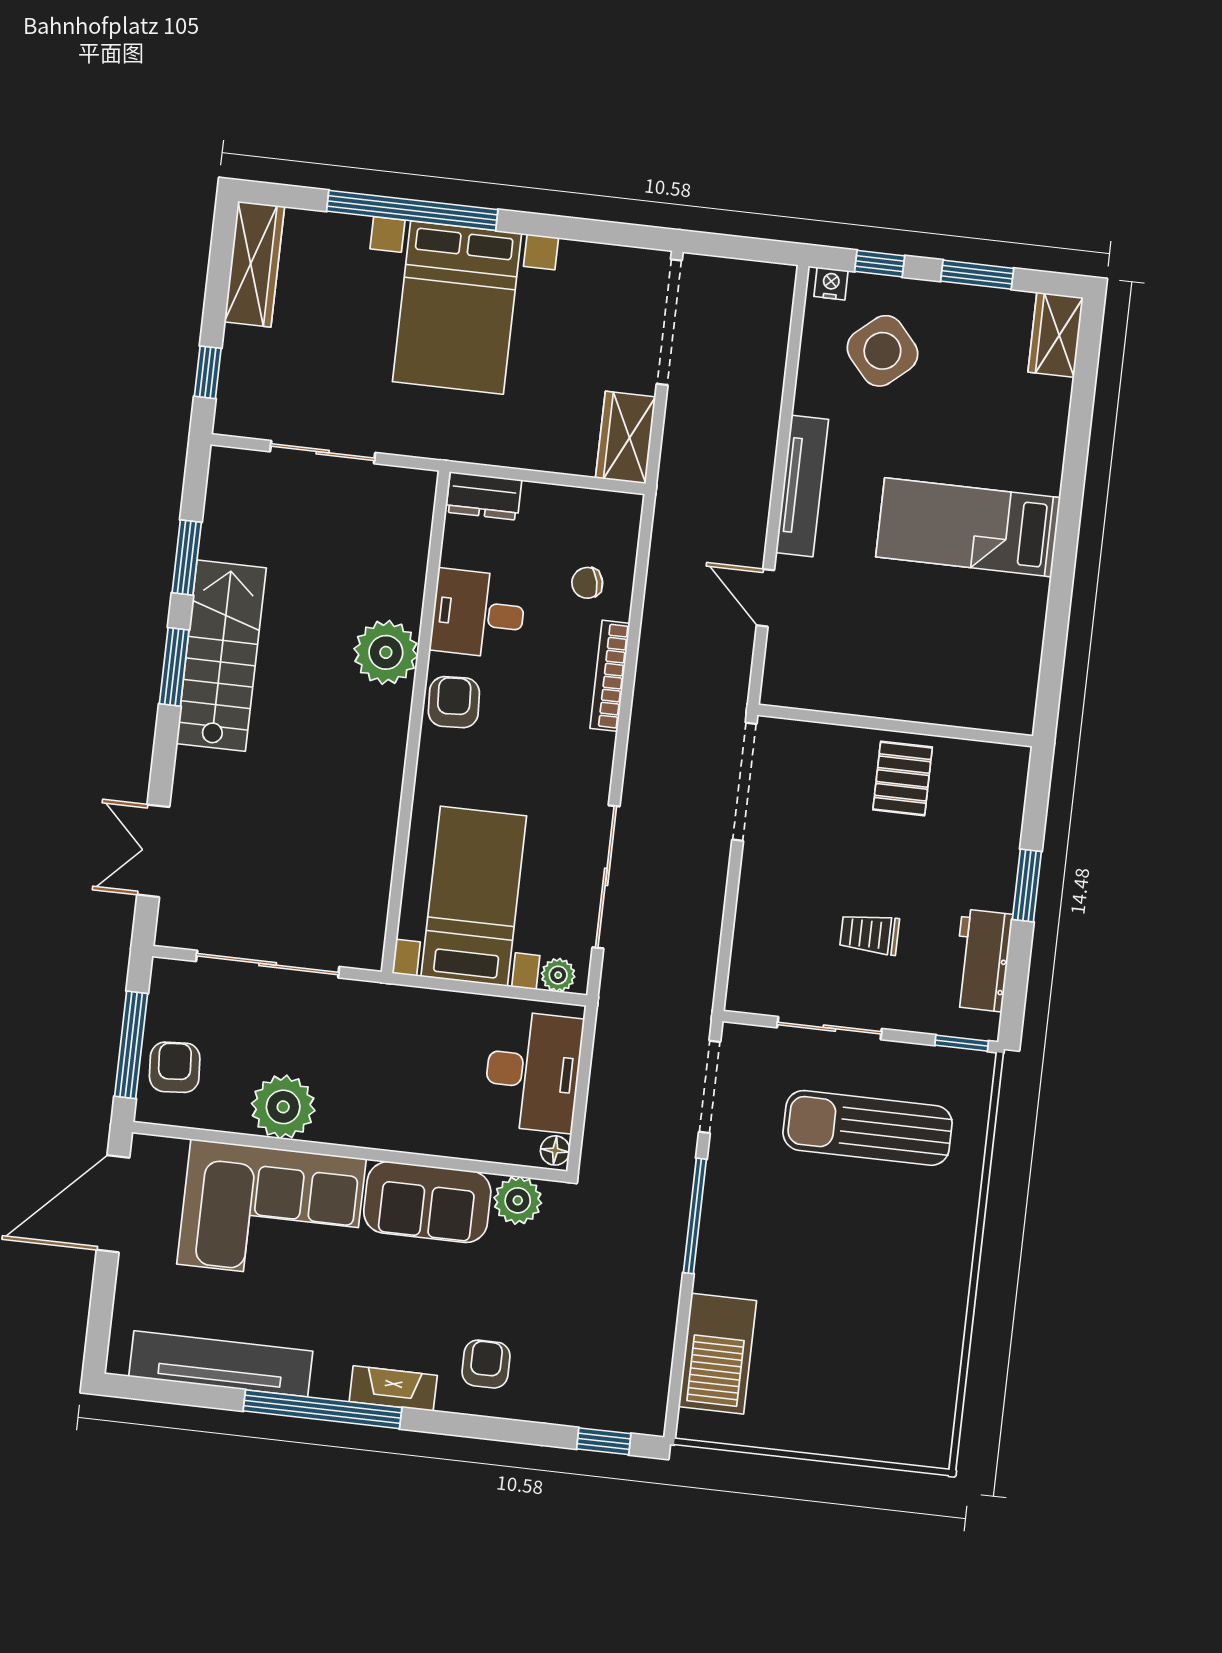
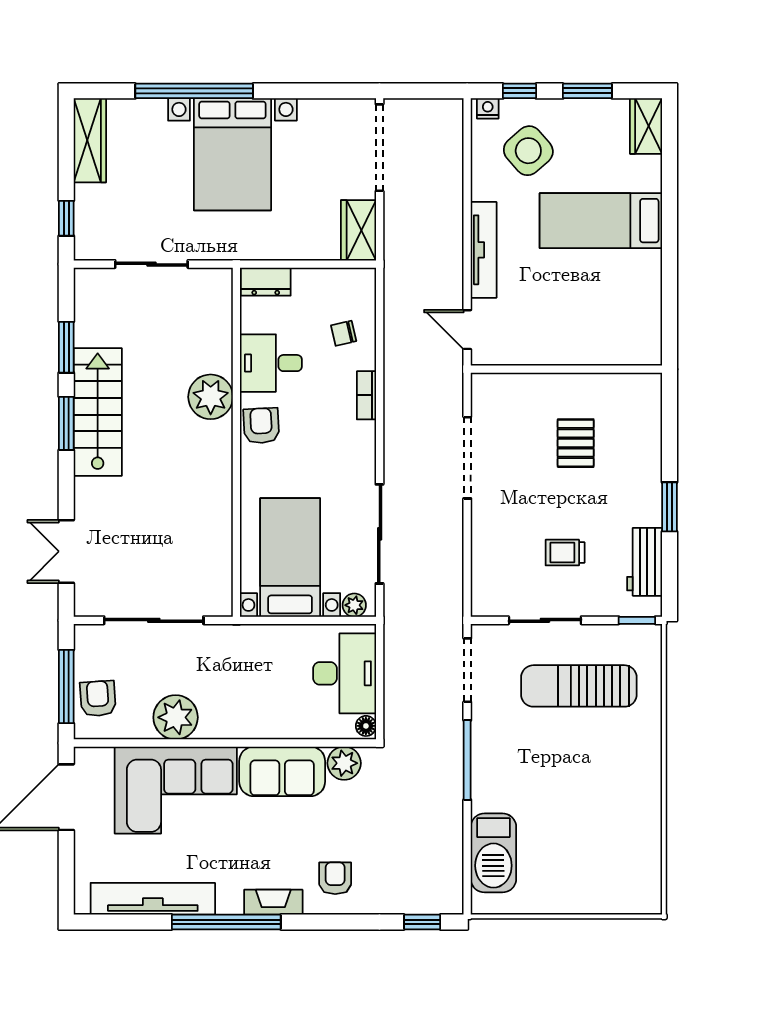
bed: (968, 527) -> (601, 221), moved
bookcase: (610, 676) -> (366, 395), width x0.64
wall: (895, 725) -> (566, 369), moved

